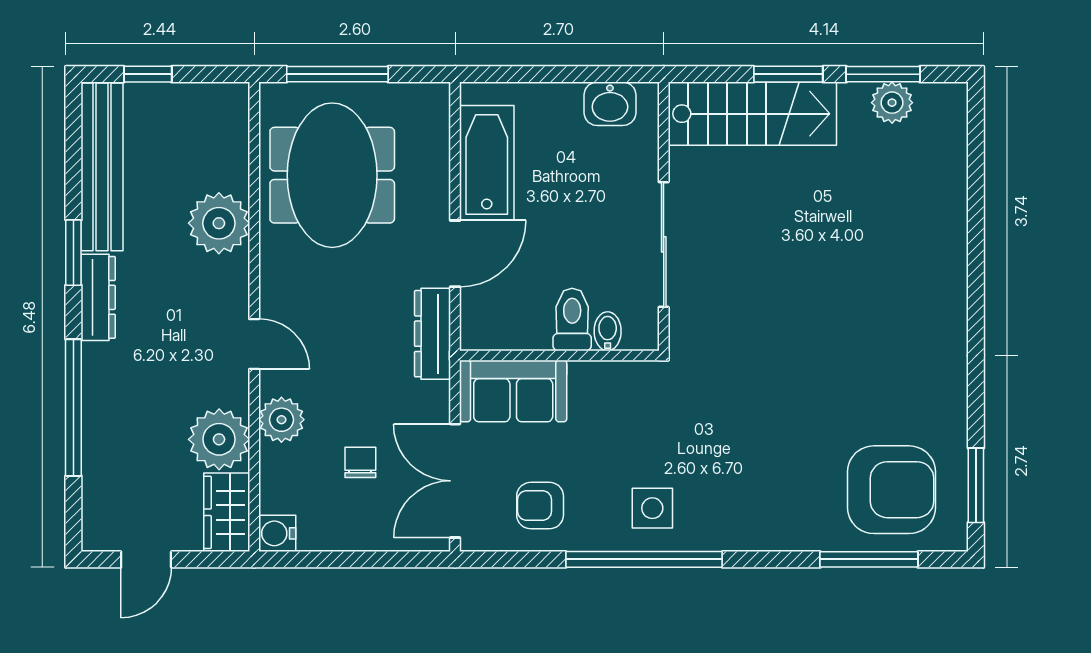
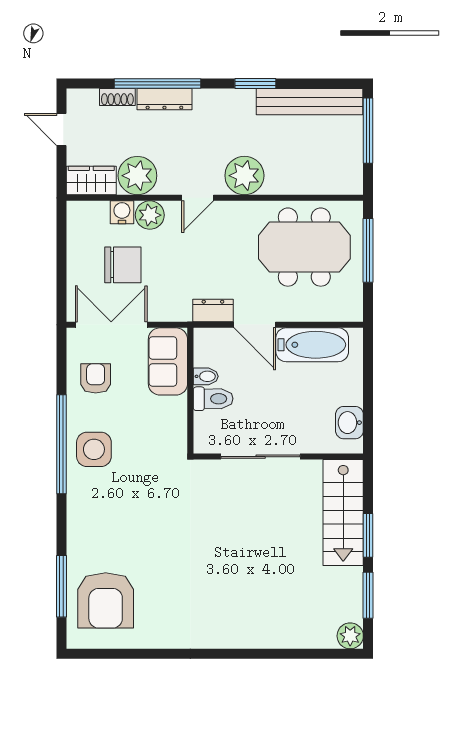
window: (148, 74) -> (368, 131), width x2.17
plant: (892, 103) -> (350, 636), moved
plant: (219, 223) -> (244, 176), moved
dresser: (98, 297) -> (164, 99), moved
bidet: (608, 331) -> (206, 376), moved
dresser: (433, 334) -> (213, 311), width x0.70
chair: (360, 462) -> (123, 265), width x1.87, depth x1.87
shoe rack: (95, 471) -> (117, 97), added
window: (976, 485) -> (108, 654), removed
side table: (652, 508) -> (94, 449), width x1.37, depth x1.37
water cooler: (277, 533) -> (122, 212), moved

